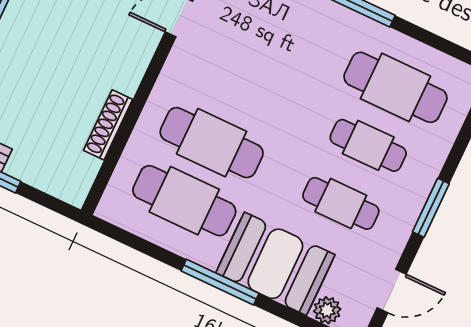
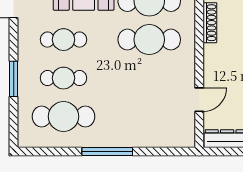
window: (431, 208) -> (14, 79), moved

